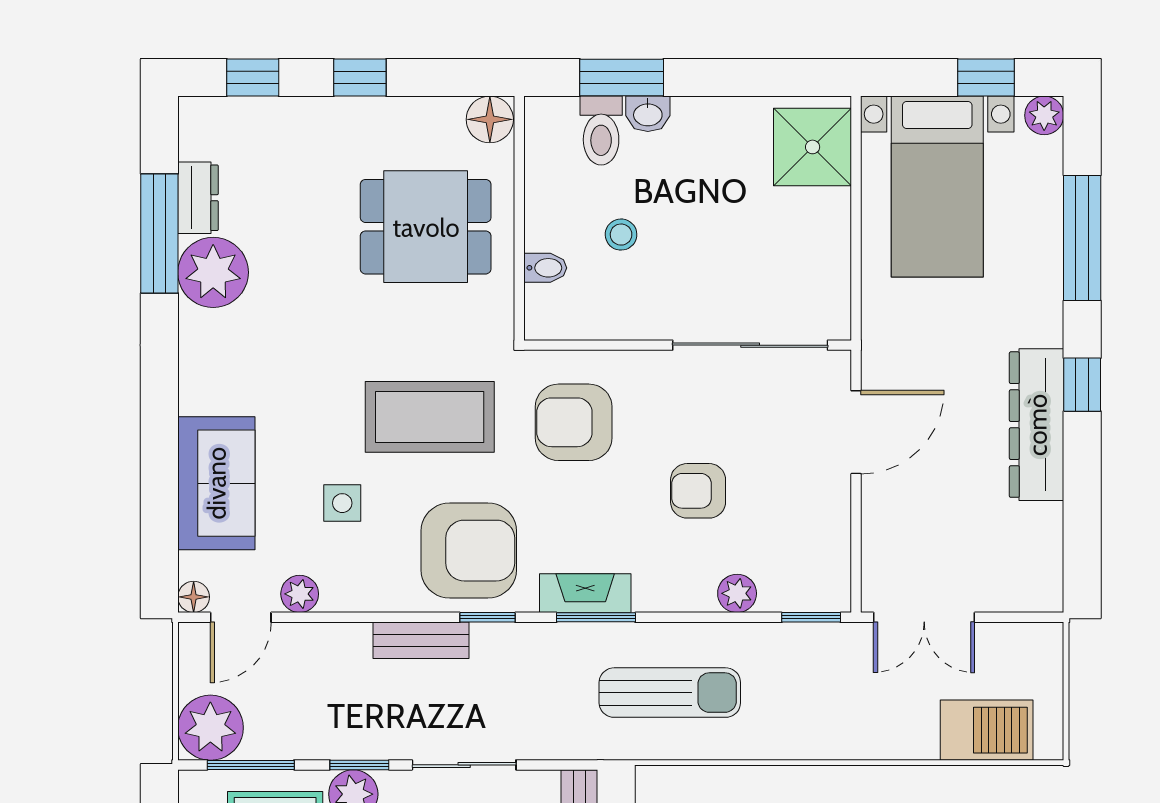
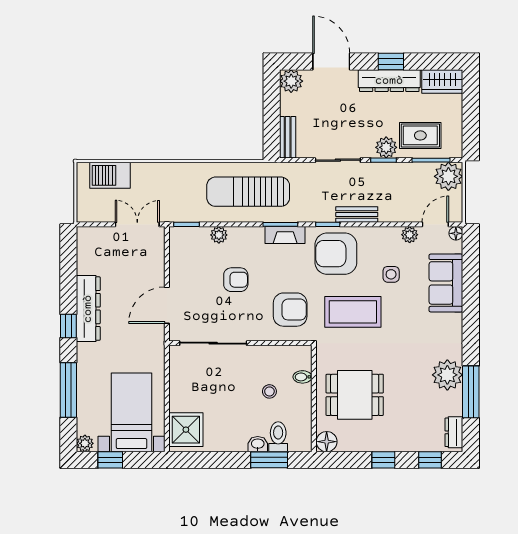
dresser: (198, 198) -> (454, 432), moved
sun lounger: (670, 693) -> (248, 192), width x1.36, depth x1.34

